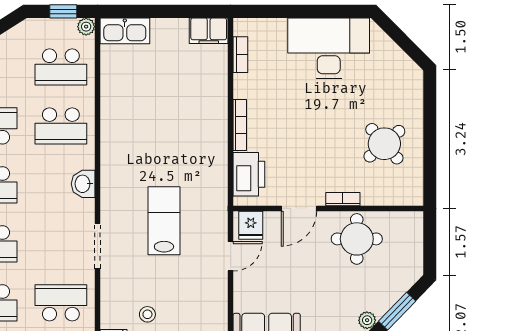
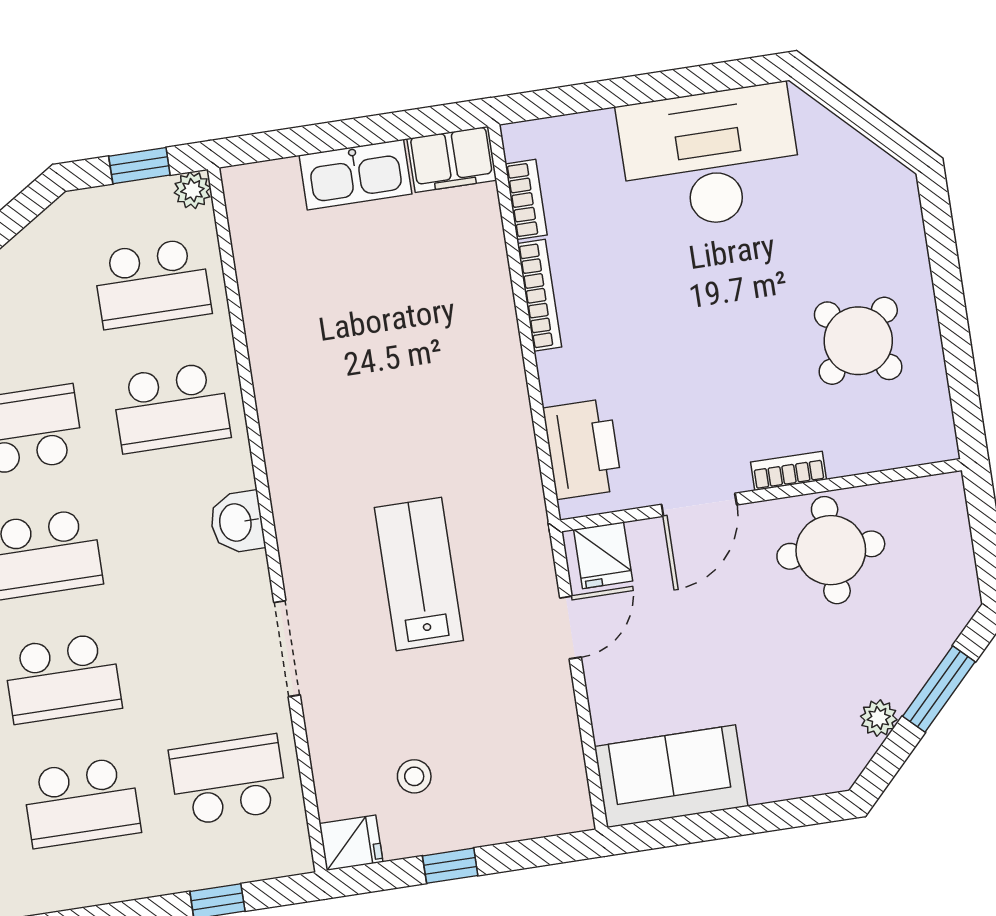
kitchen sink: (125, 31) -> (355, 175), moved
bookcase: (240, 125) -> (539, 295), moved

